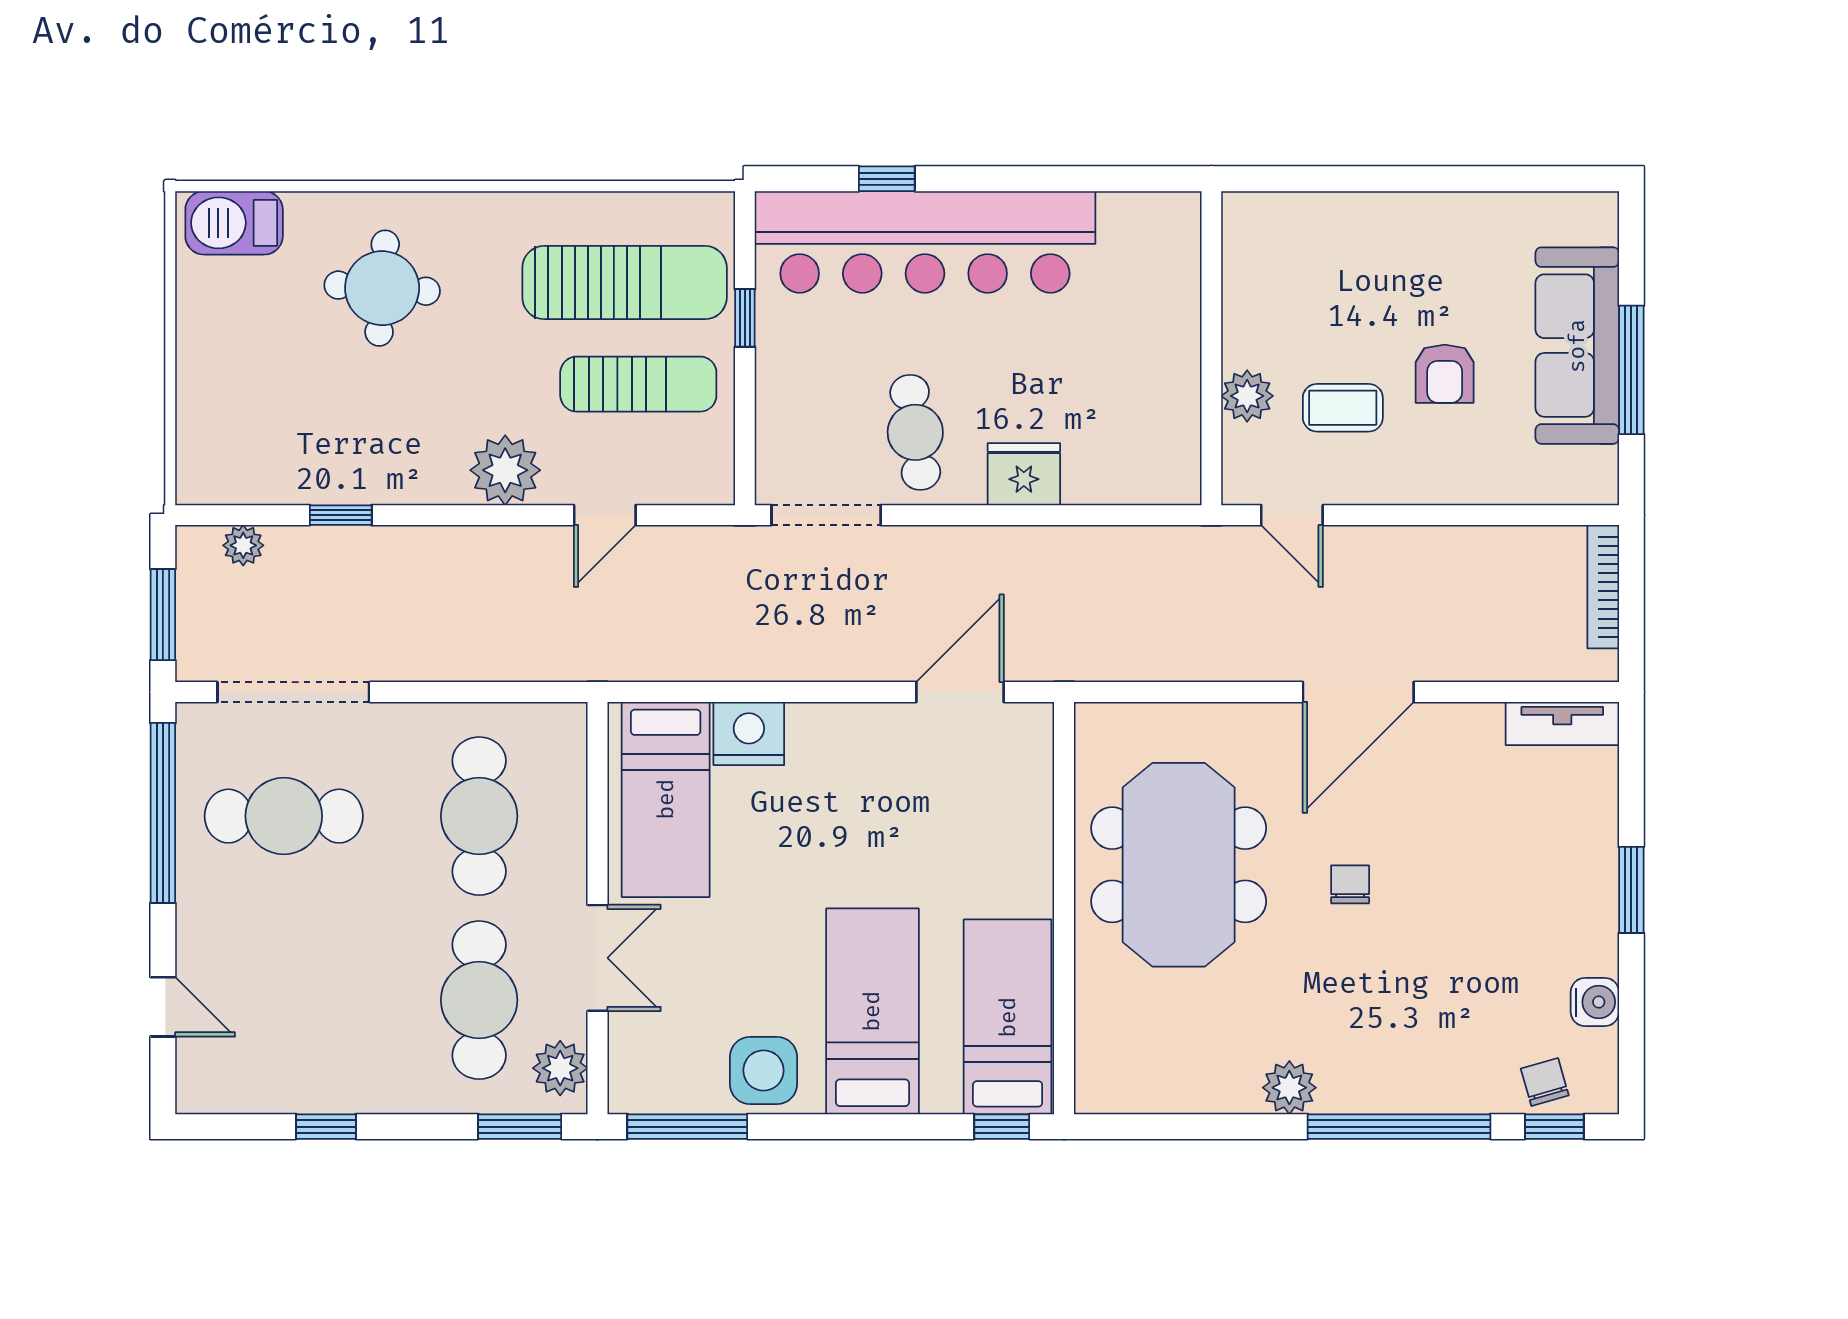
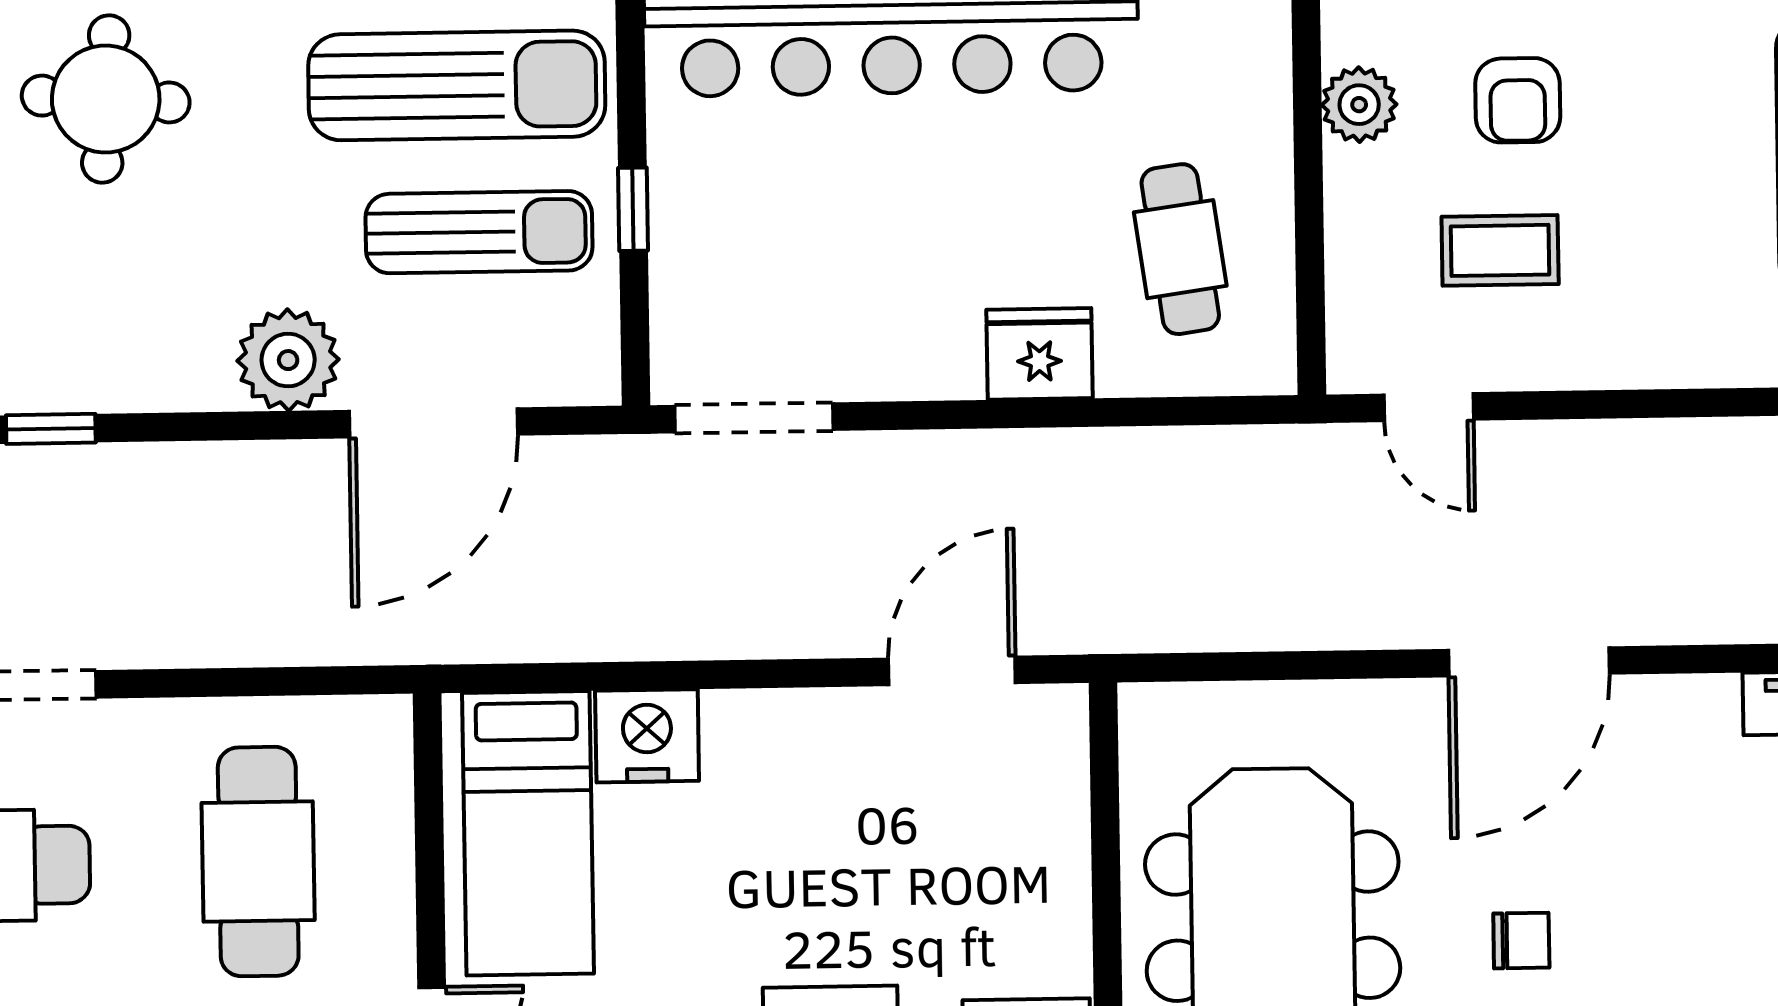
window: (745, 318) -> (633, 209), moved
armchair: (1445, 374) -> (1518, 100), moved
plant: (1247, 396) -> (1359, 105), moved
cafe table: (915, 432) -> (1180, 249), moved
door: (605, 515) -> (433, 423), width x1.88
chair: (1350, 884) -> (1521, 941), turned 90

